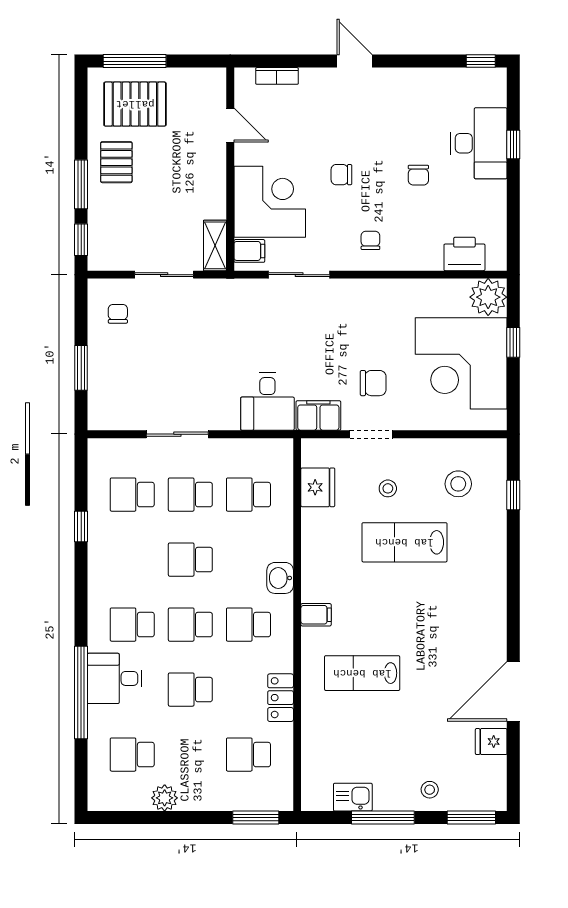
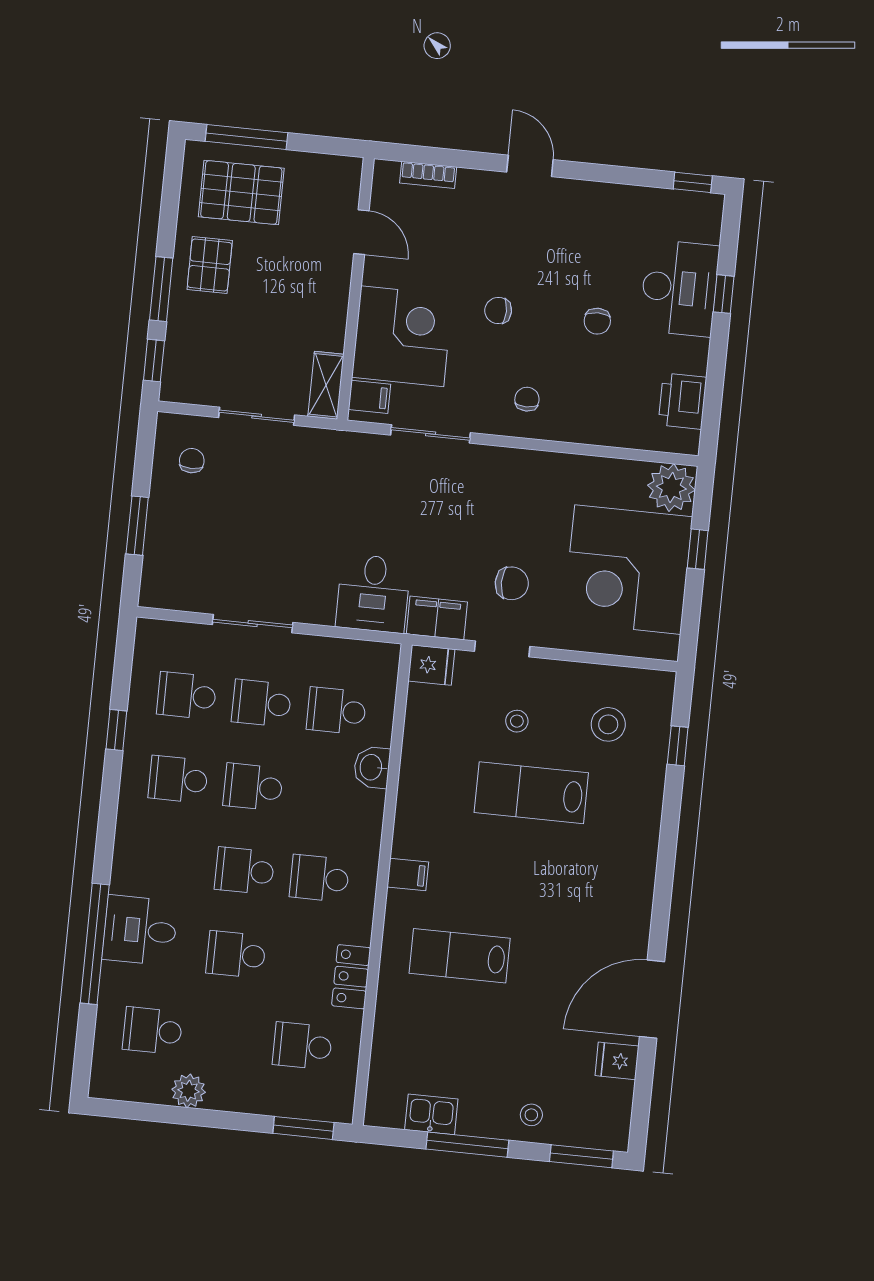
printer: (464, 254) -> (682, 401), moved, turned -90
fridge: (318, 487) -> (431, 665), moved, width x0.72
washbasin: (280, 578) -> (372, 767), moved
school desk: (132, 625) -> (178, 779), moved

